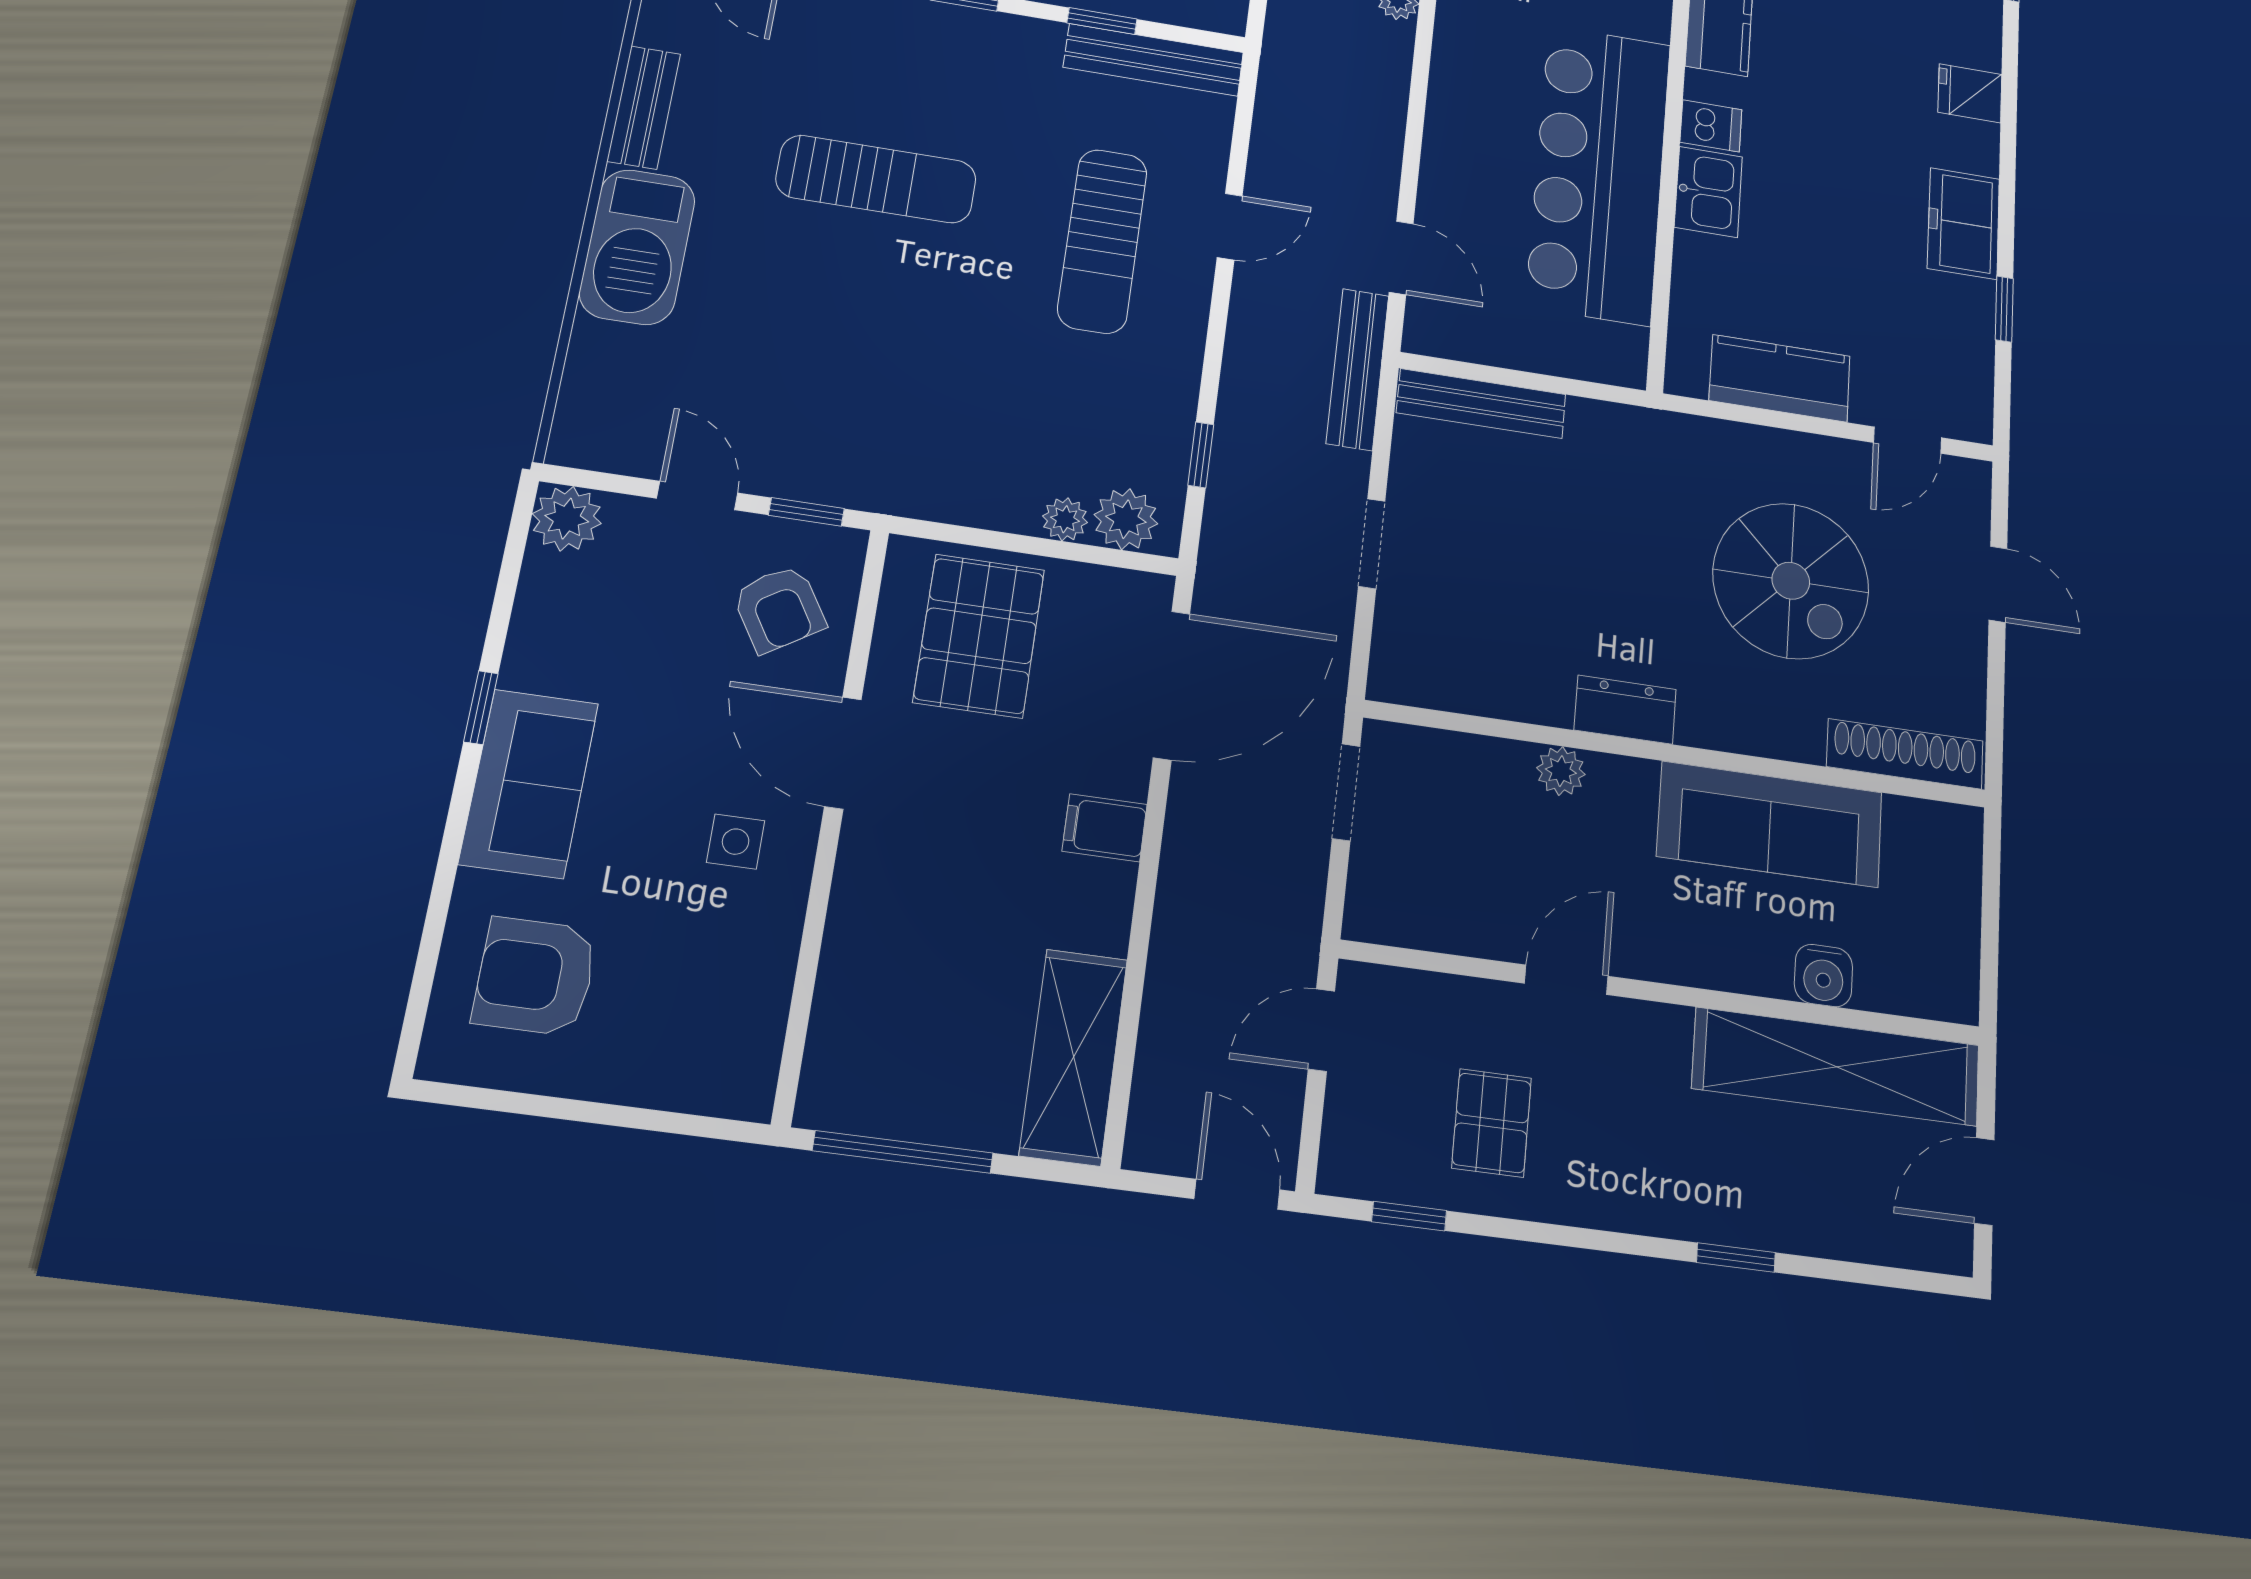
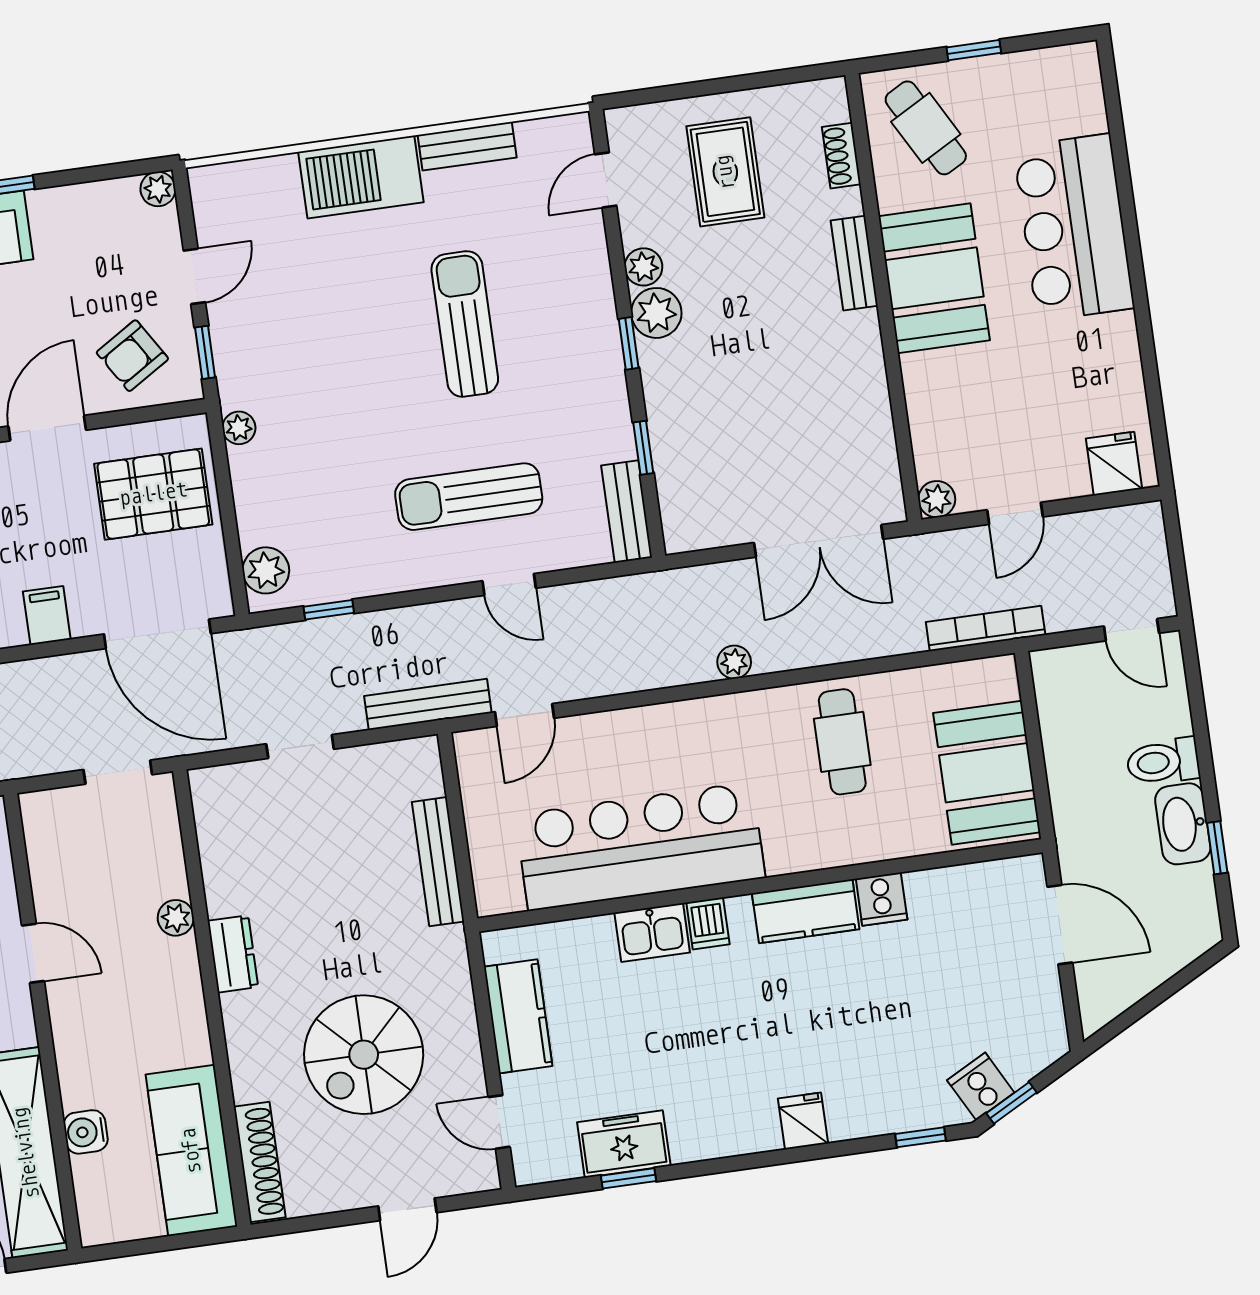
bench: (1154, 60) -> (627, 512), width x0.73
sun lounger: (876, 179) -> (465, 324), turned 180
freezer: (1963, 223) -> (624, 1144), moved
bench: (1481, 404) -> (438, 862), moved
plant: (567, 519) -> (158, 189), width x0.73, depth x0.73
plant: (1065, 519) -> (239, 428), moved
sofa: (1770, 824) -> (191, 1151), moved

